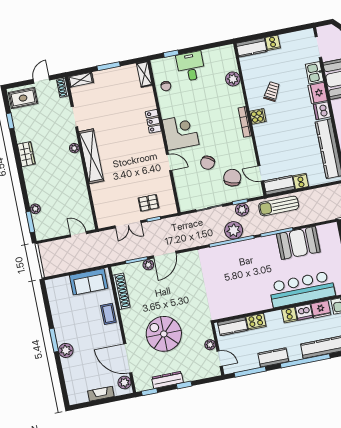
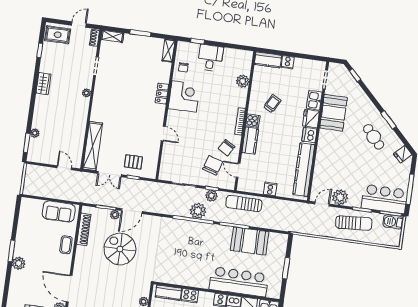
corner desk: (181, 132) -> (184, 96), moved
shelving: (91, 156) -> (93, 146), moved
chair: (208, 163) -> (227, 148), moved
kitchen counter: (279, 185) -> (250, 141), moved, turned 90
spiral stairs: (164, 334) -> (120, 249), moved

